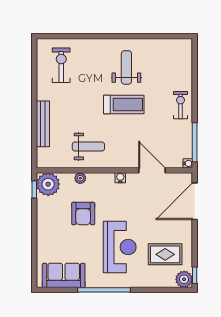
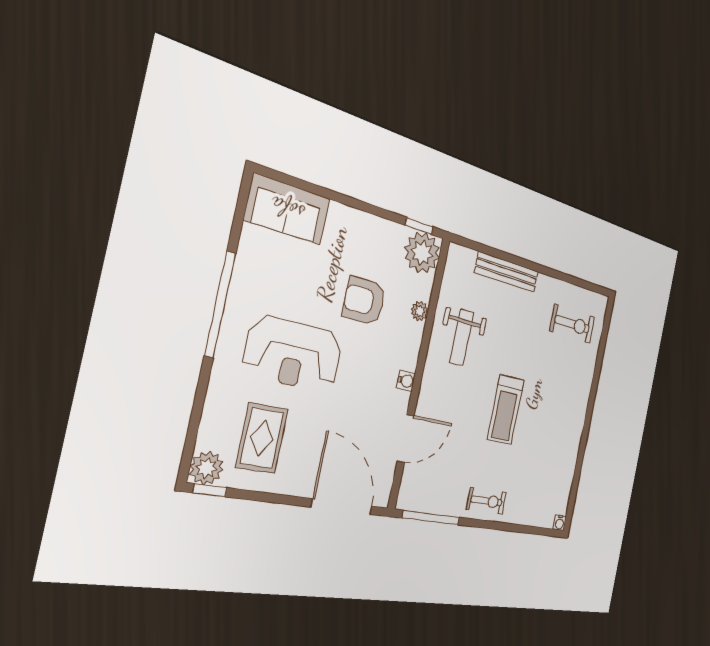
weight bench: (126, 67) -> (550, 424), removed
water cooler: (188, 163) -> (560, 523), moved
sofa: (64, 275) -> (287, 209), moved, turned 90

